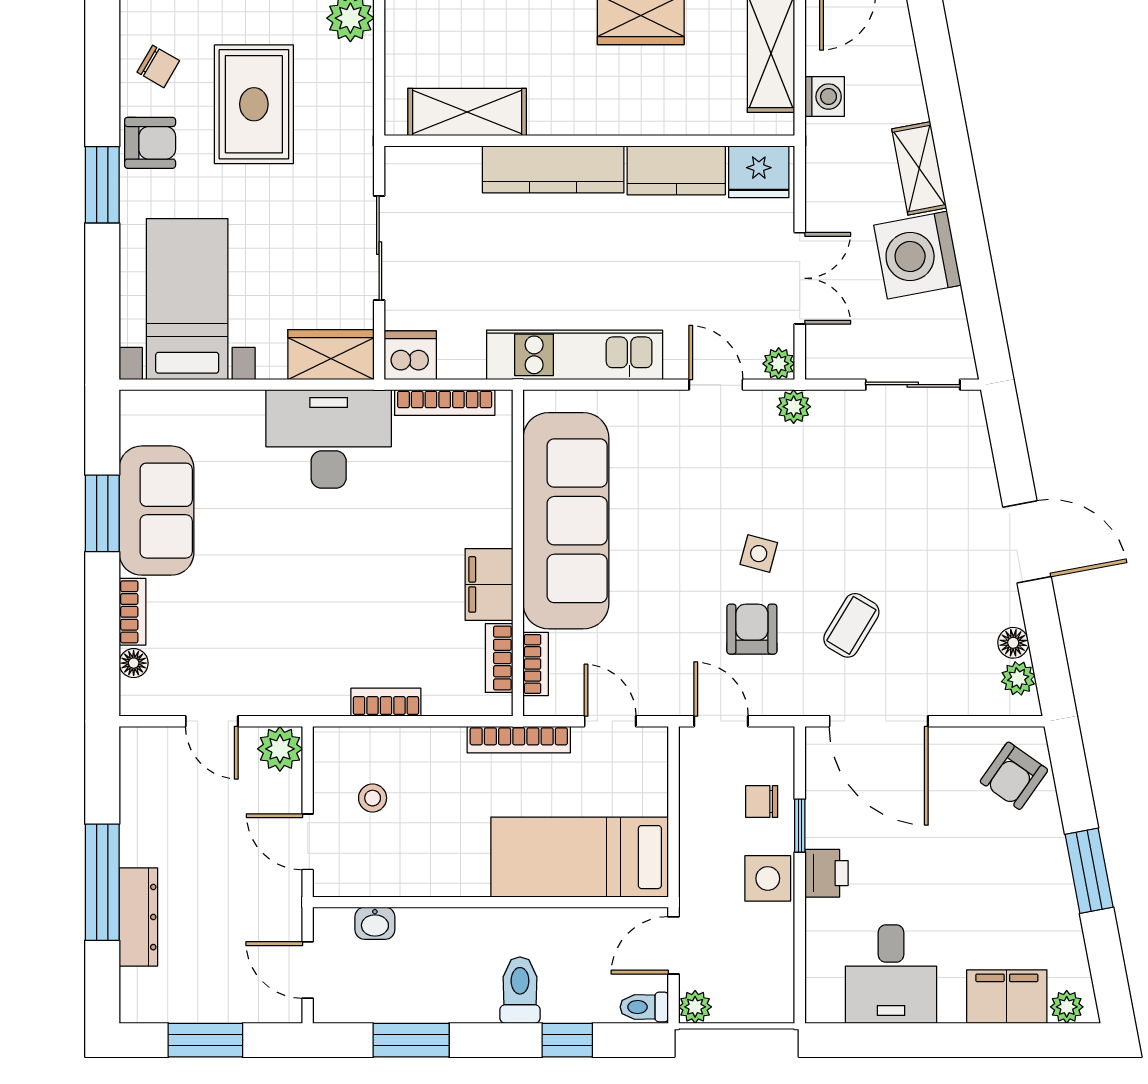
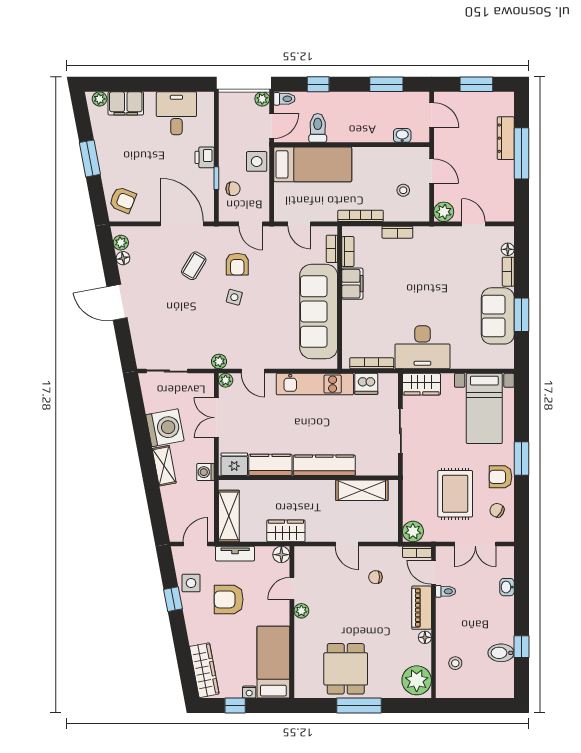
washing machine: (825, 97) -> (205, 472), moved
dishwasher: (410, 355) -> (366, 384), moved
bookcase: (519, 740) -> (361, 216), moved
armchair: (1014, 776) -> (123, 200), turned 77
side table: (768, 878) -> (257, 161), moved
toilet: (520, 990) -> (318, 128), moved, turned 180

